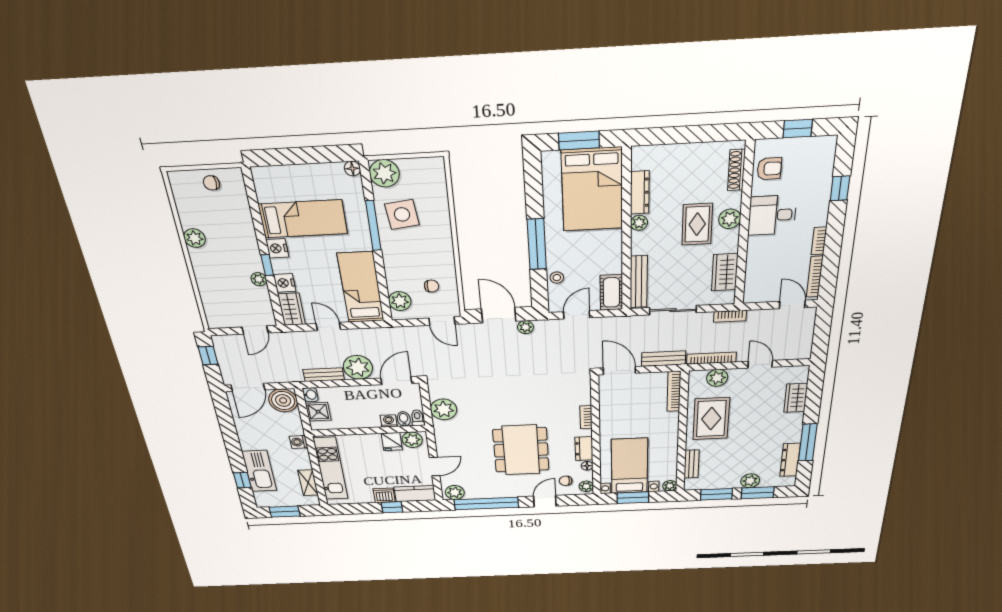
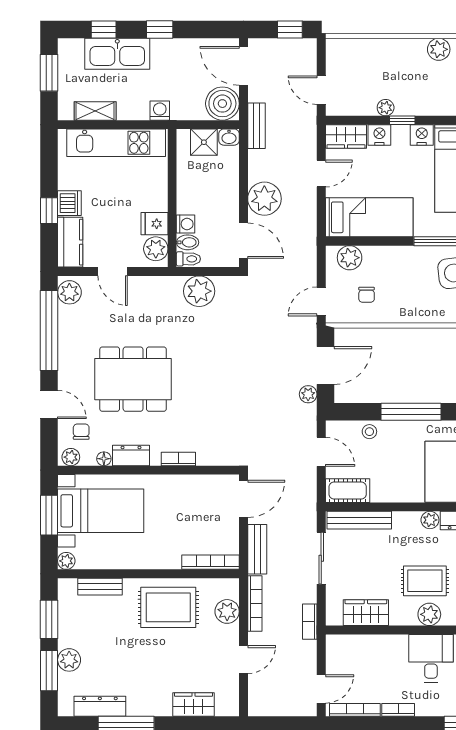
bench: (324, 375) -> (256, 126), moved
window: (233, 445) -> (160, 30), added

